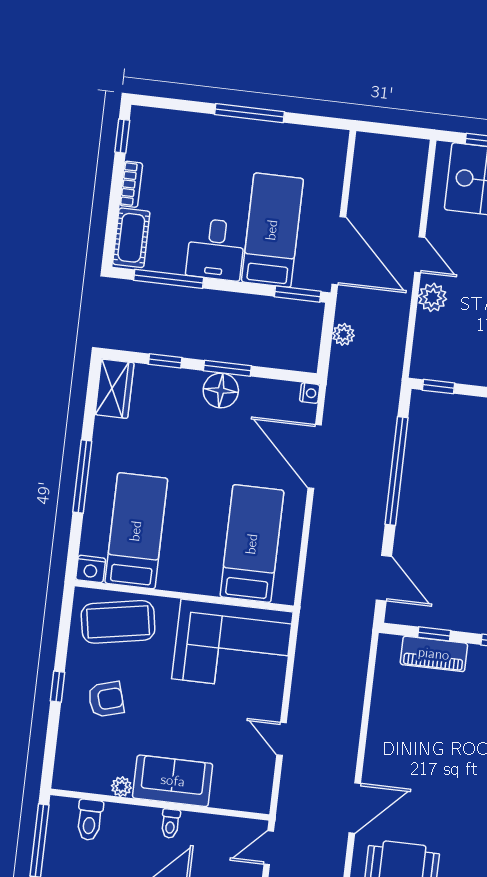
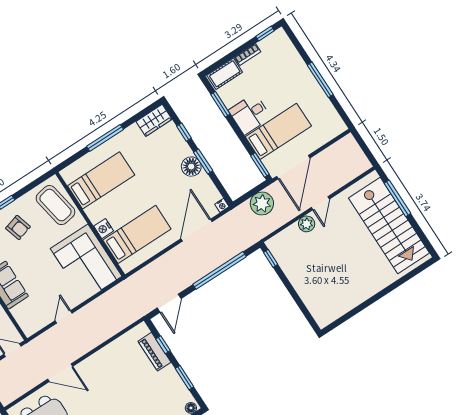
window: (169, 279) -> (220, 104), width x0.69
plant: (343, 334) -> (262, 203), width x1.87, depth x1.87
nightstand: (91, 569) -> (104, 229), moved

